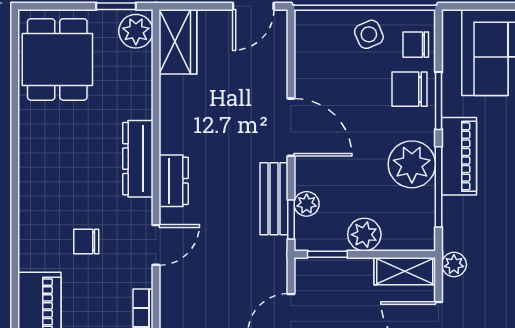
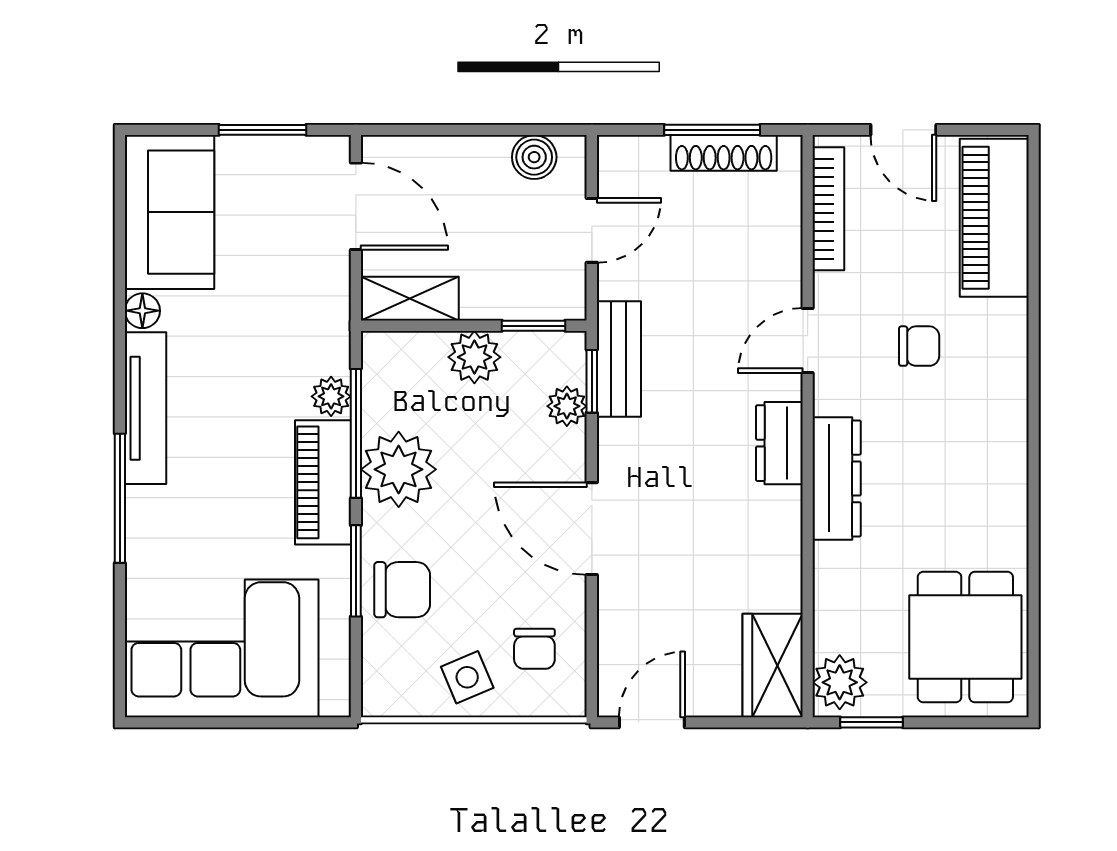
chair: (416, 45) -> (534, 649), moved, turned 90
bench: (274, 199) -> (619, 359), moved
plant: (454, 265) -> (331, 396), moved

